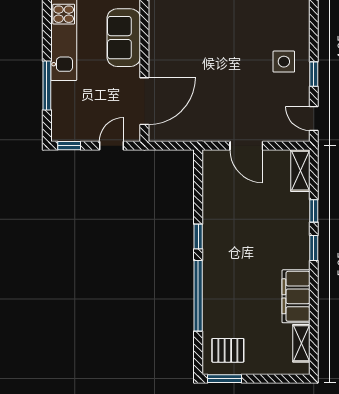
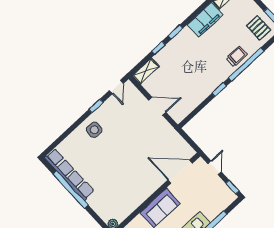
side table: (284, 62) -> (94, 130), moved
door: (112, 146) -> (214, 168), swing flipped
door: (246, 146) -> (157, 106), hinge flipped
trolley: (218, 293) -> (237, 56), added

